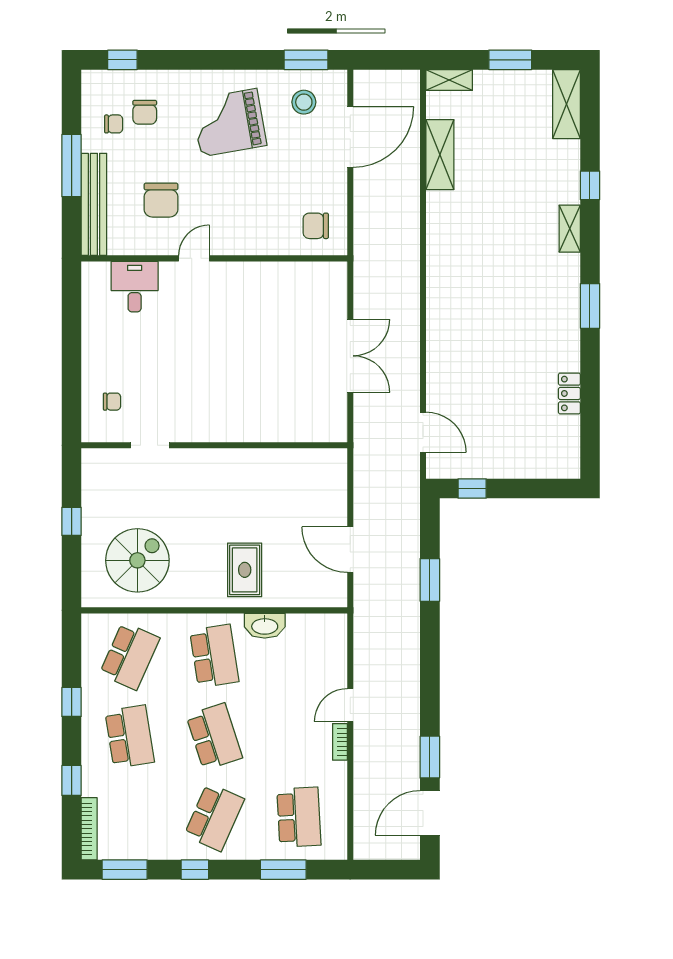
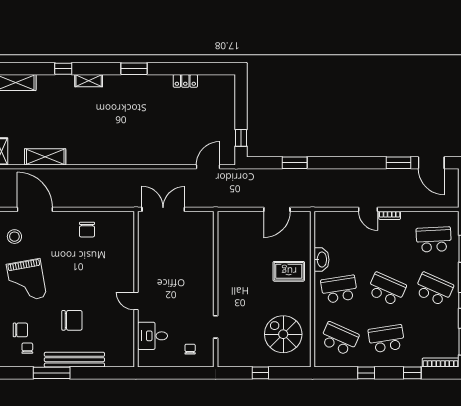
door: (194, 258) -> (136, 301), moved
wall: (214, 258) -> (136, 289), moved
desk: (135, 287) -> (153, 336), moved
school desk: (214, 737) -> (387, 289), turned 42

